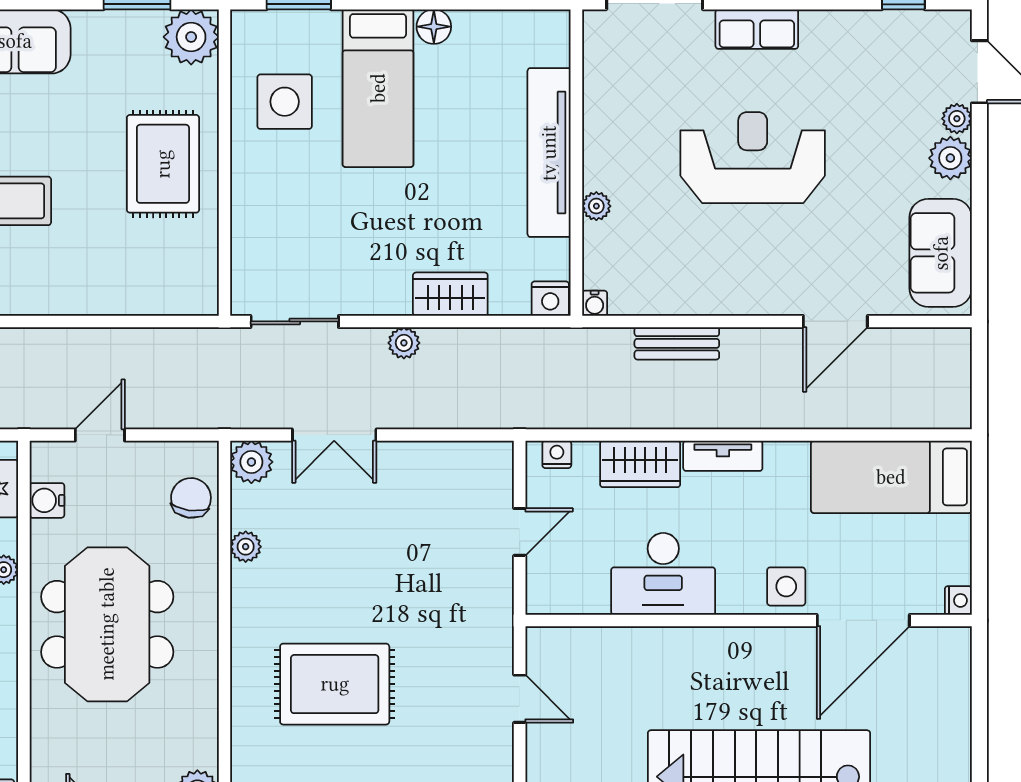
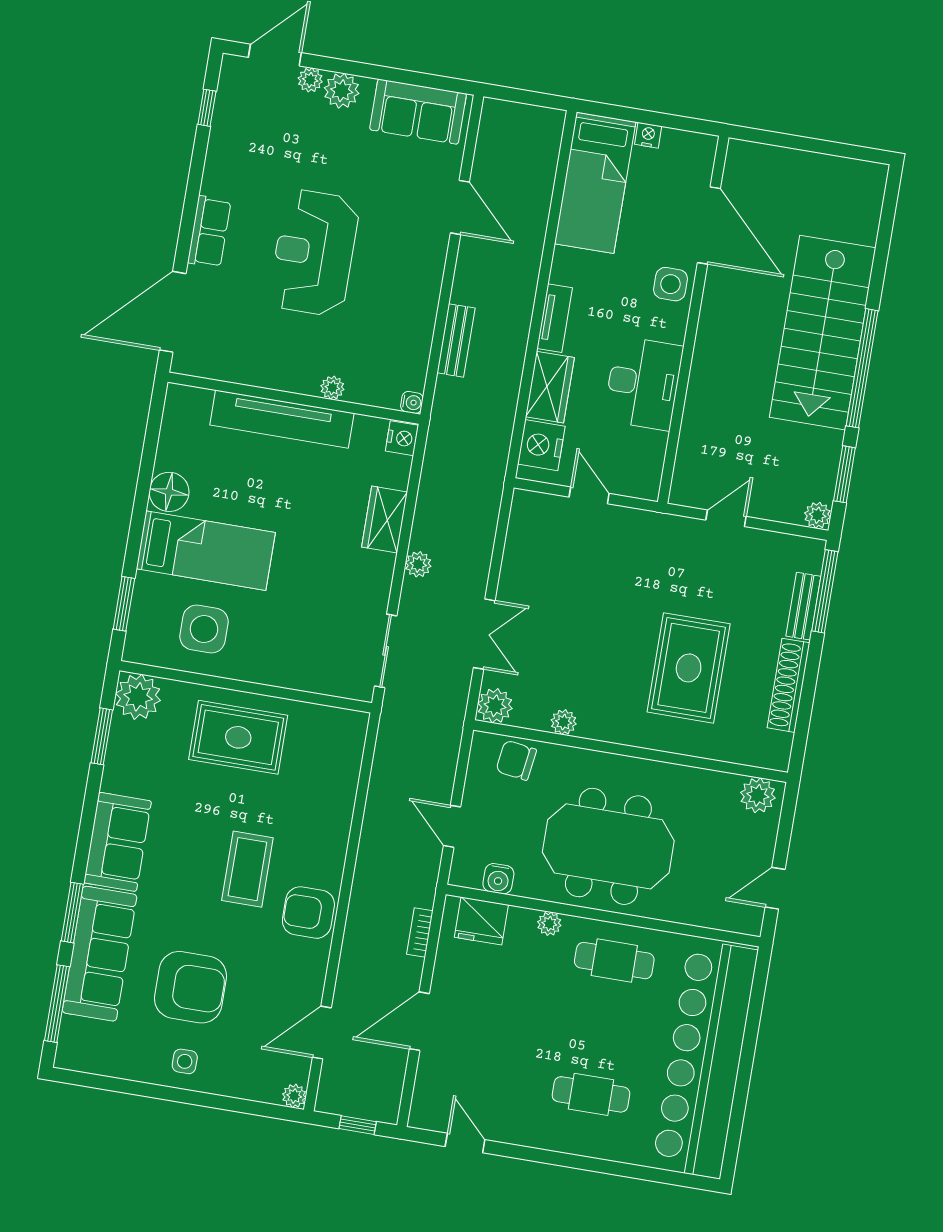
floor lamp: (434, 27) -> (169, 492), width x1.38, depth x1.38
nightstand: (557, 454) -> (541, 445), width x1.89, depth x1.79
nightstand: (958, 600) -> (648, 135), moved

